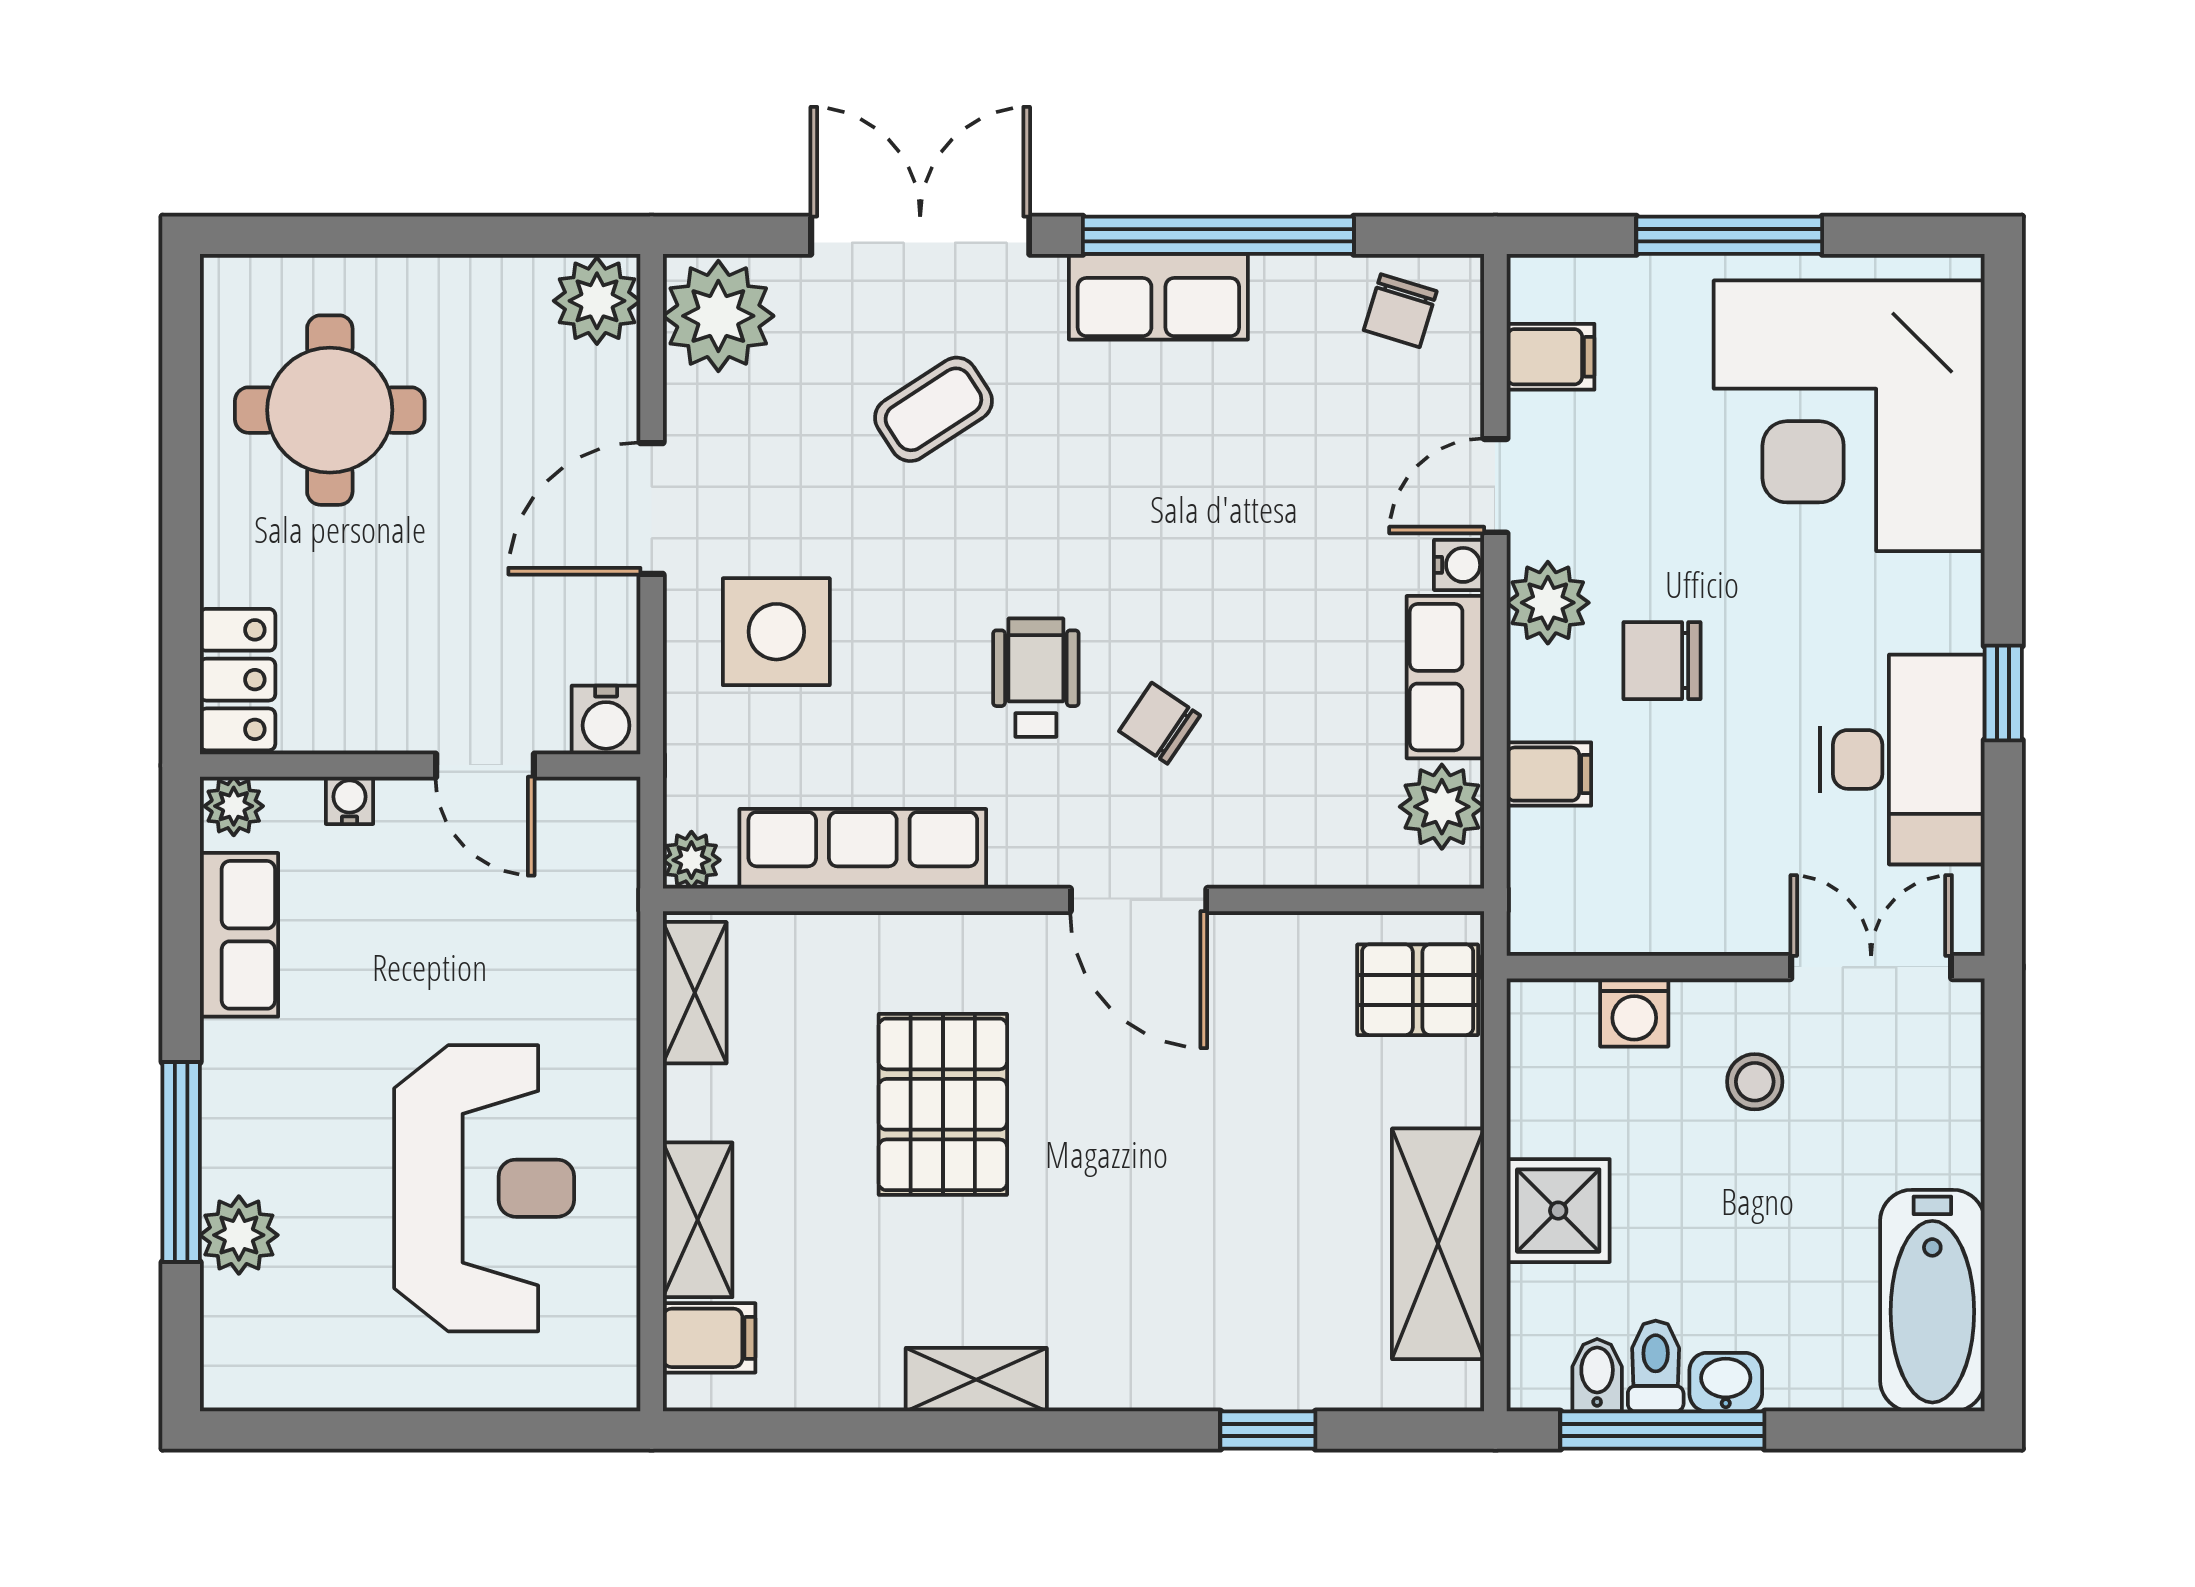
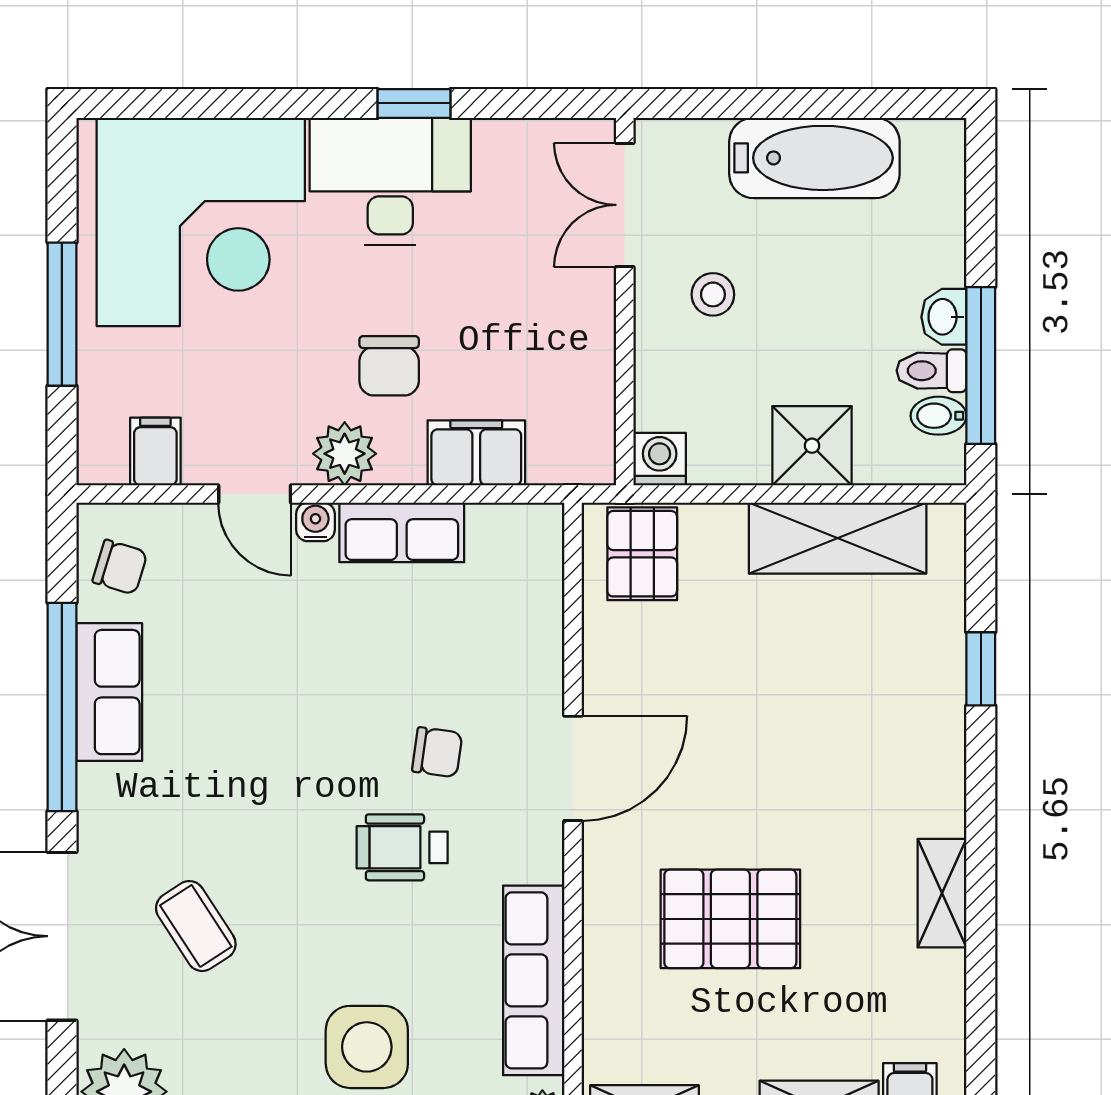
row of seats: (1158, 297) -> (109, 692), moved
chair: (1160, 723) -> (437, 752), turned -116
desk: (1902, 759) -> (390, 181), moved
filing cabinet: (1549, 774) -> (476, 453), width x2.00
plant: (1442, 807) -> (501, 535), removed
washing machine: (1634, 1012) -> (660, 459), moved, turned -90
bathtub: (1932, 1301) -> (814, 158), moved

